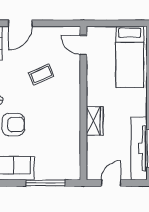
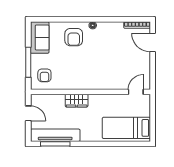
coffee table: (41, 75) -> (113, 59), removed
armchair: (62, 162) -> (44, 75), added

